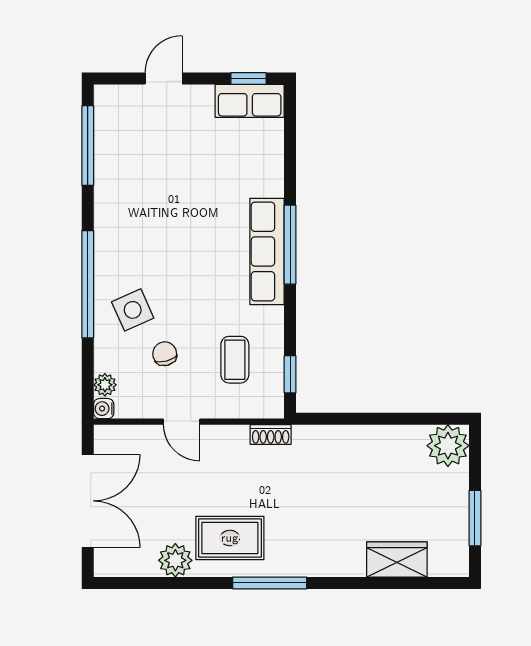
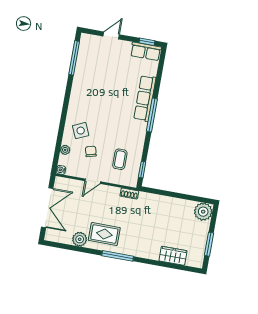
row of seats: (267, 251) -> (145, 98), moved
window: (88, 284) -> (64, 116), removed
plant: (105, 385) -> (65, 150), moved
door: (182, 422) -> (93, 181), hinge flipped

